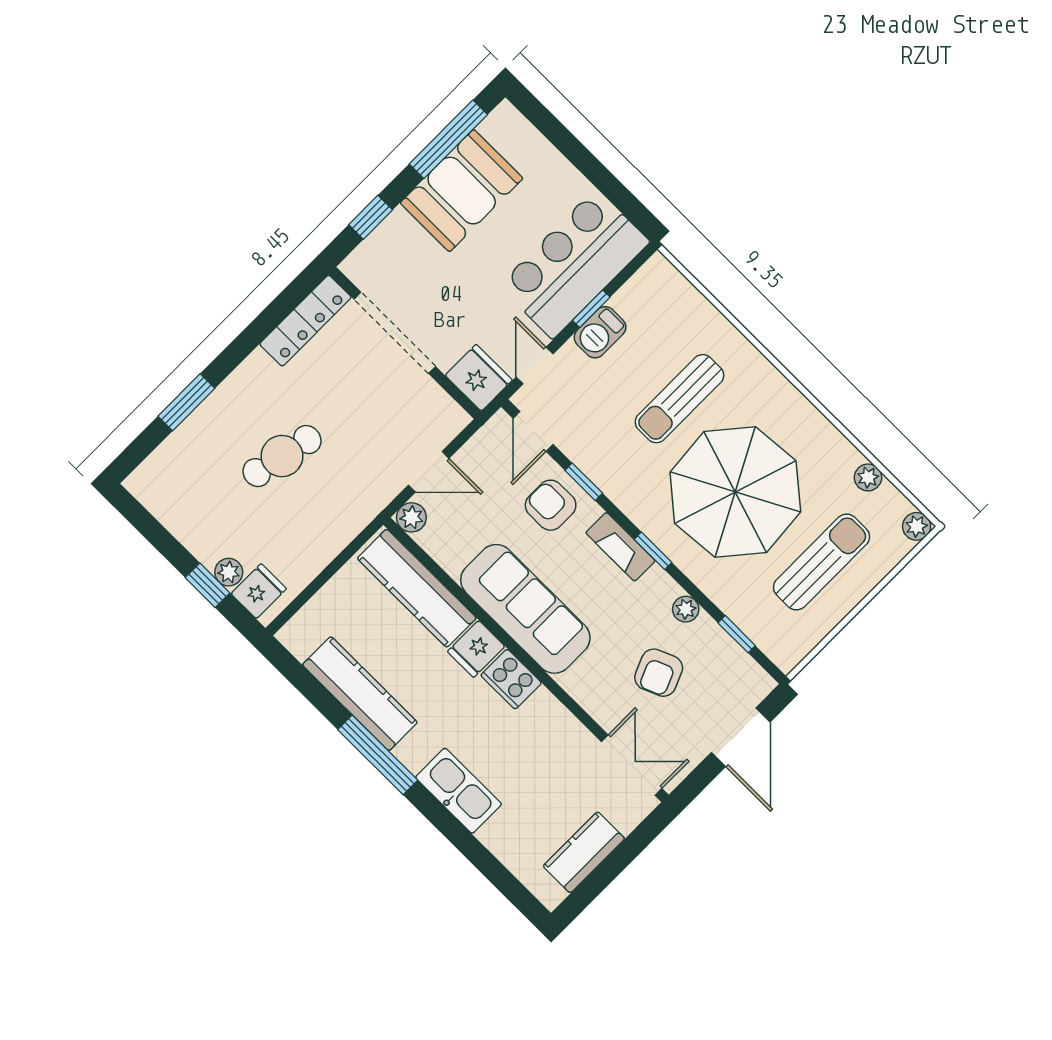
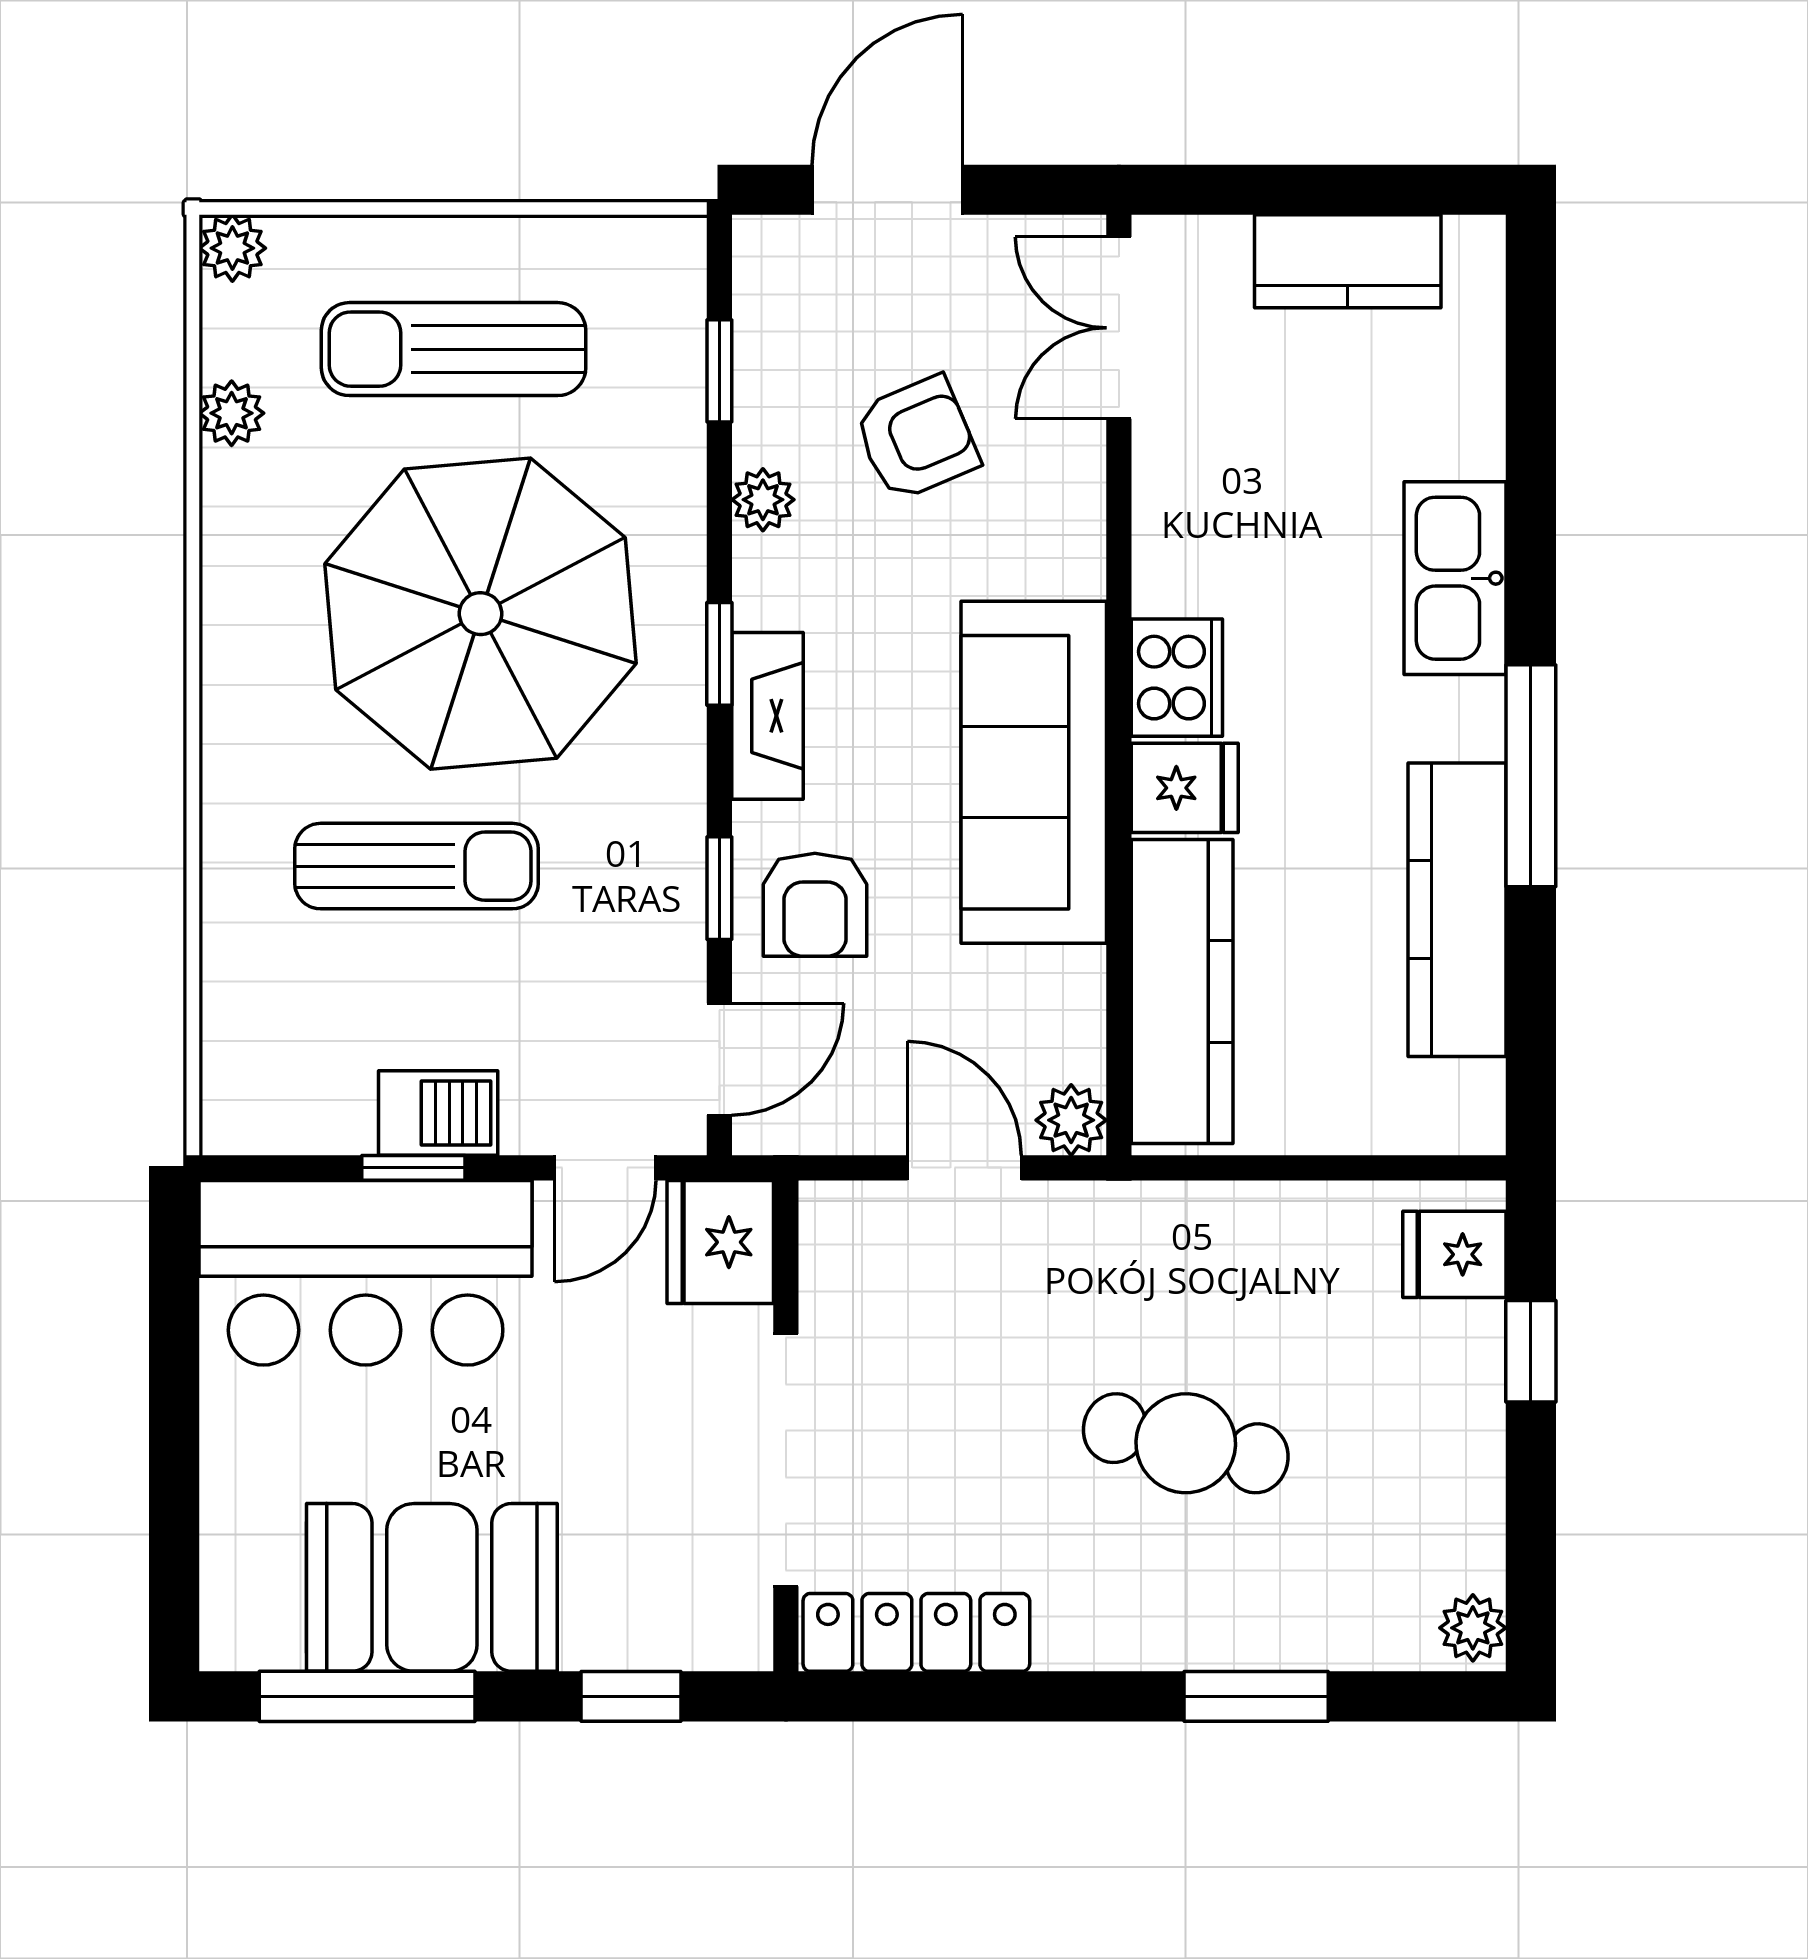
plant: (229, 572) -> (1473, 1628), moved

